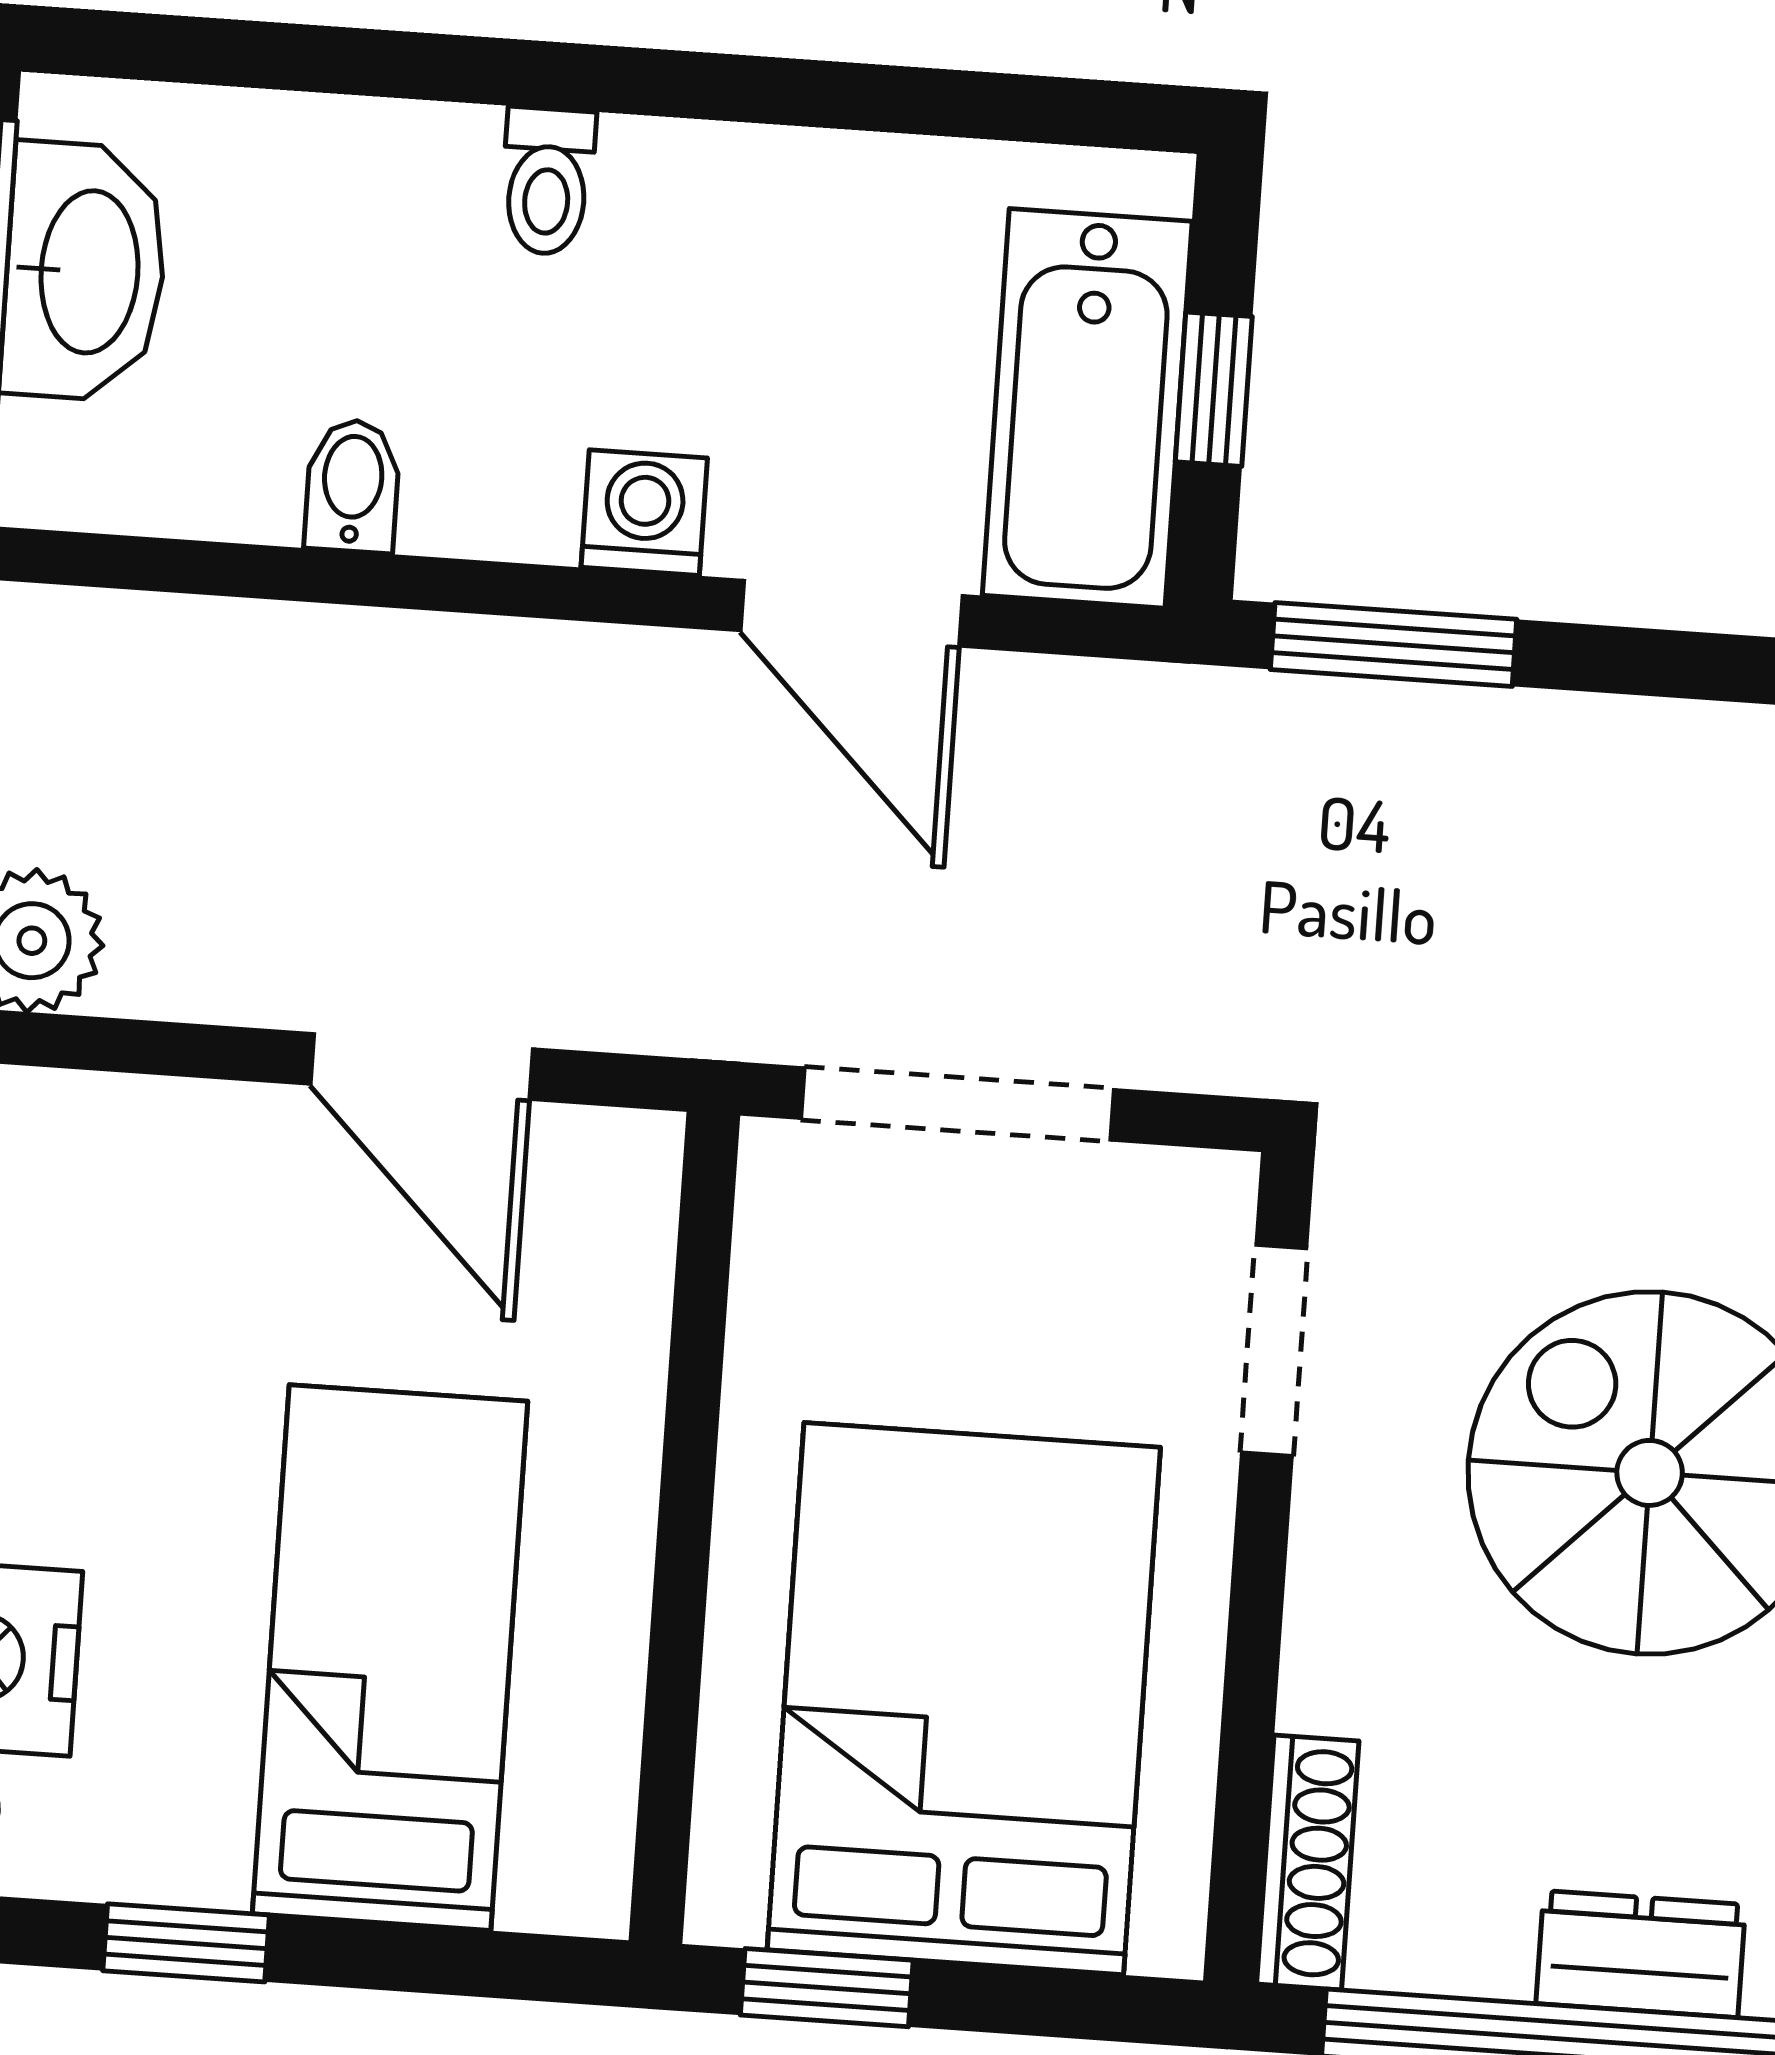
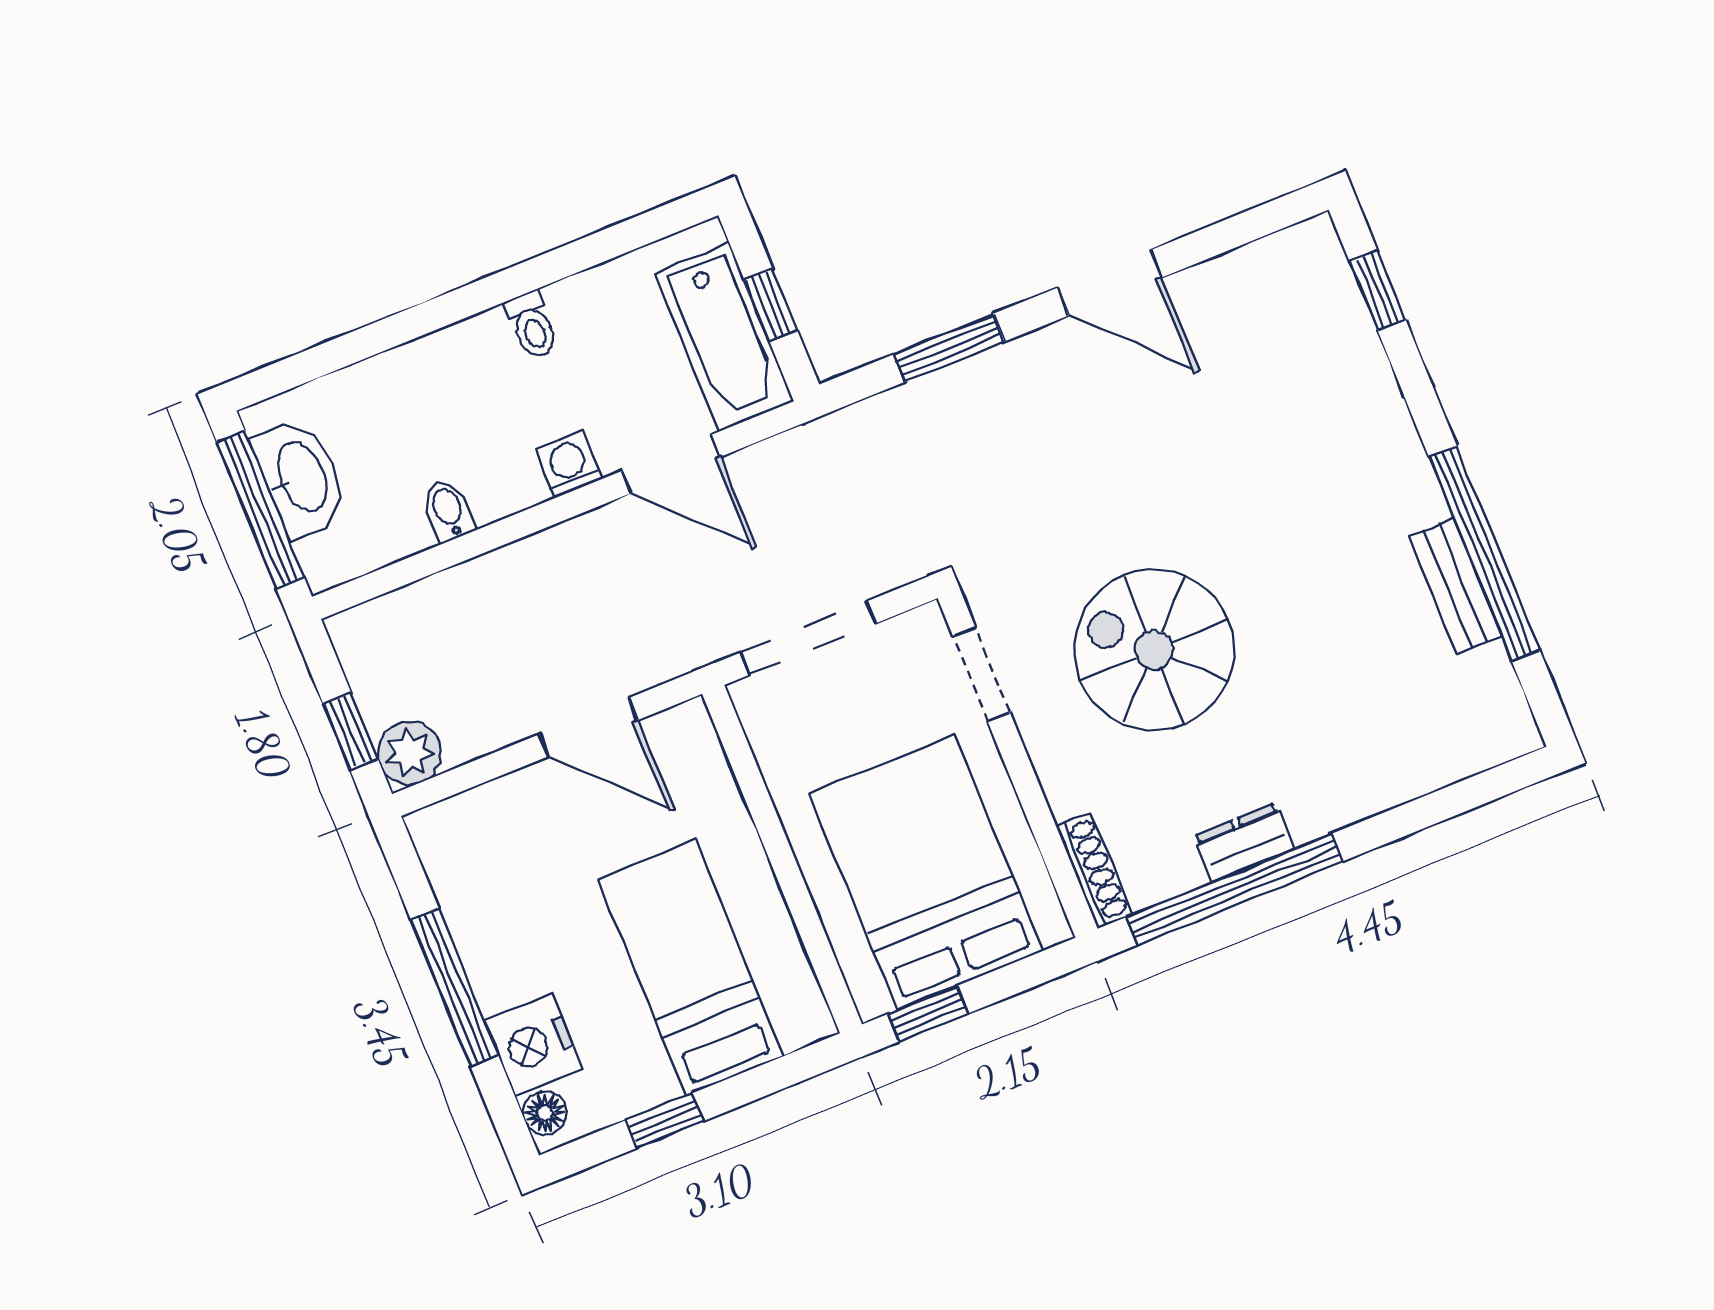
toilet: (548, 181) -> (532, 325), moved
window: (1394, 644) -> (949, 348), moved

